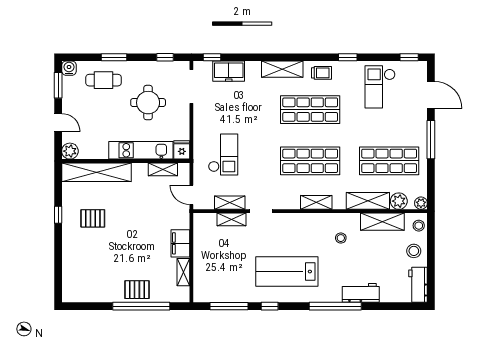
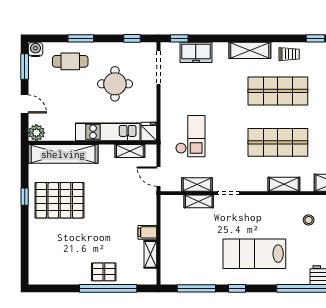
pallet: (93, 218) -> (59, 200), width x2.05, depth x2.00
filing cabinet: (180, 243) -> (147, 232), width x0.50

